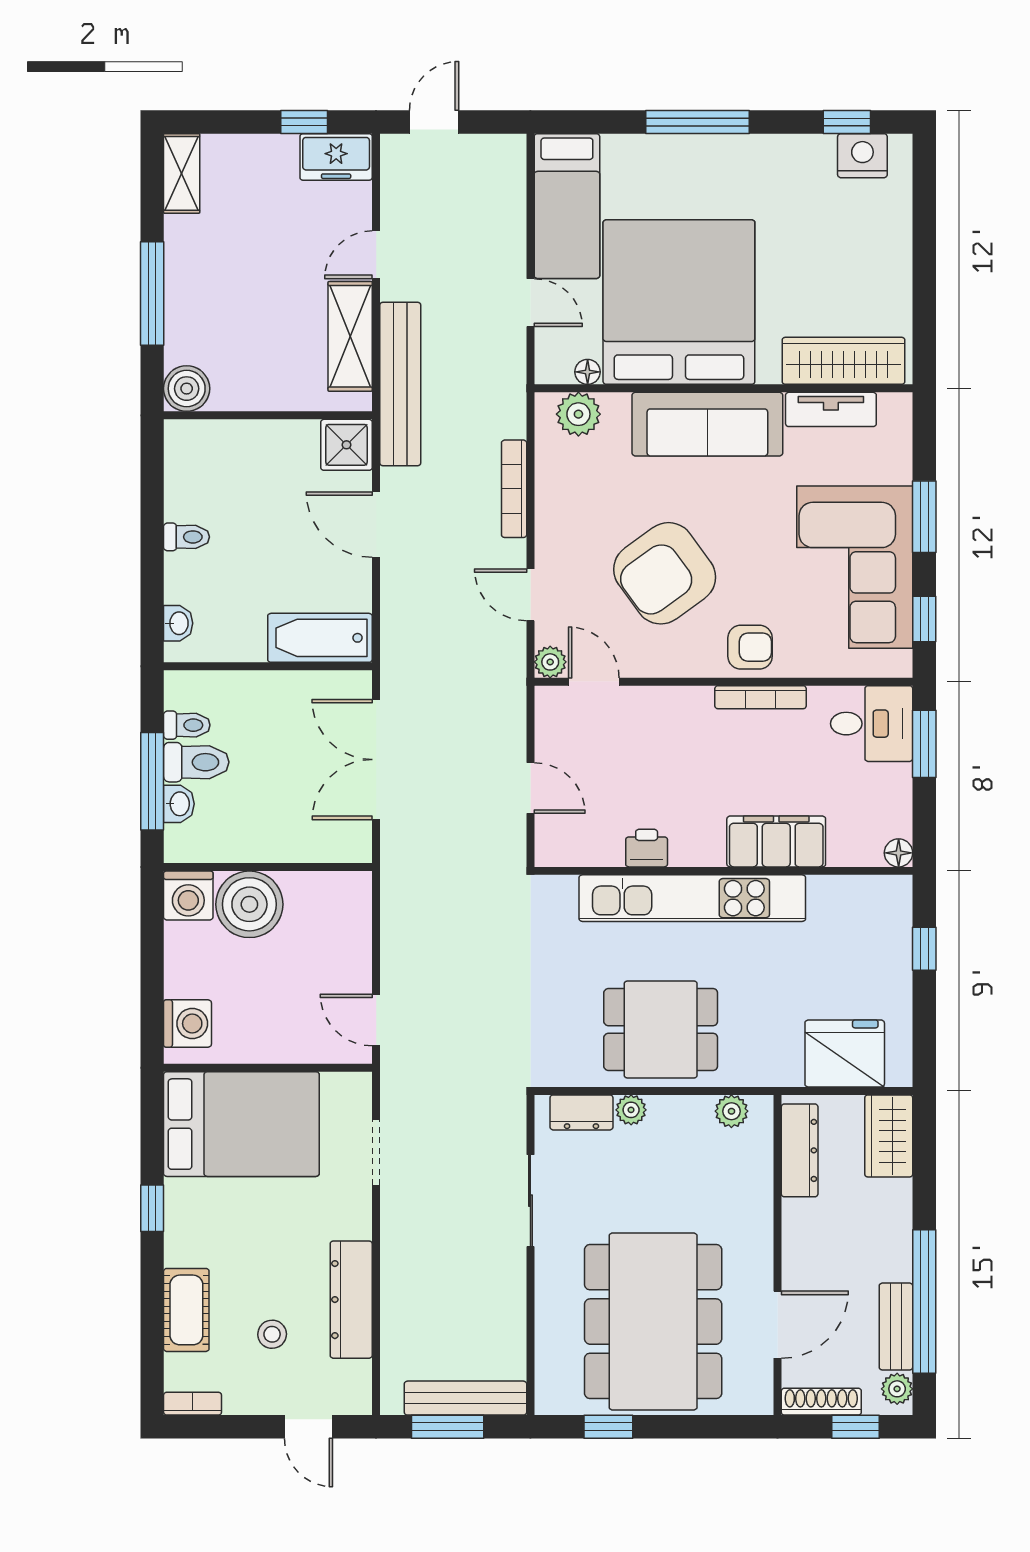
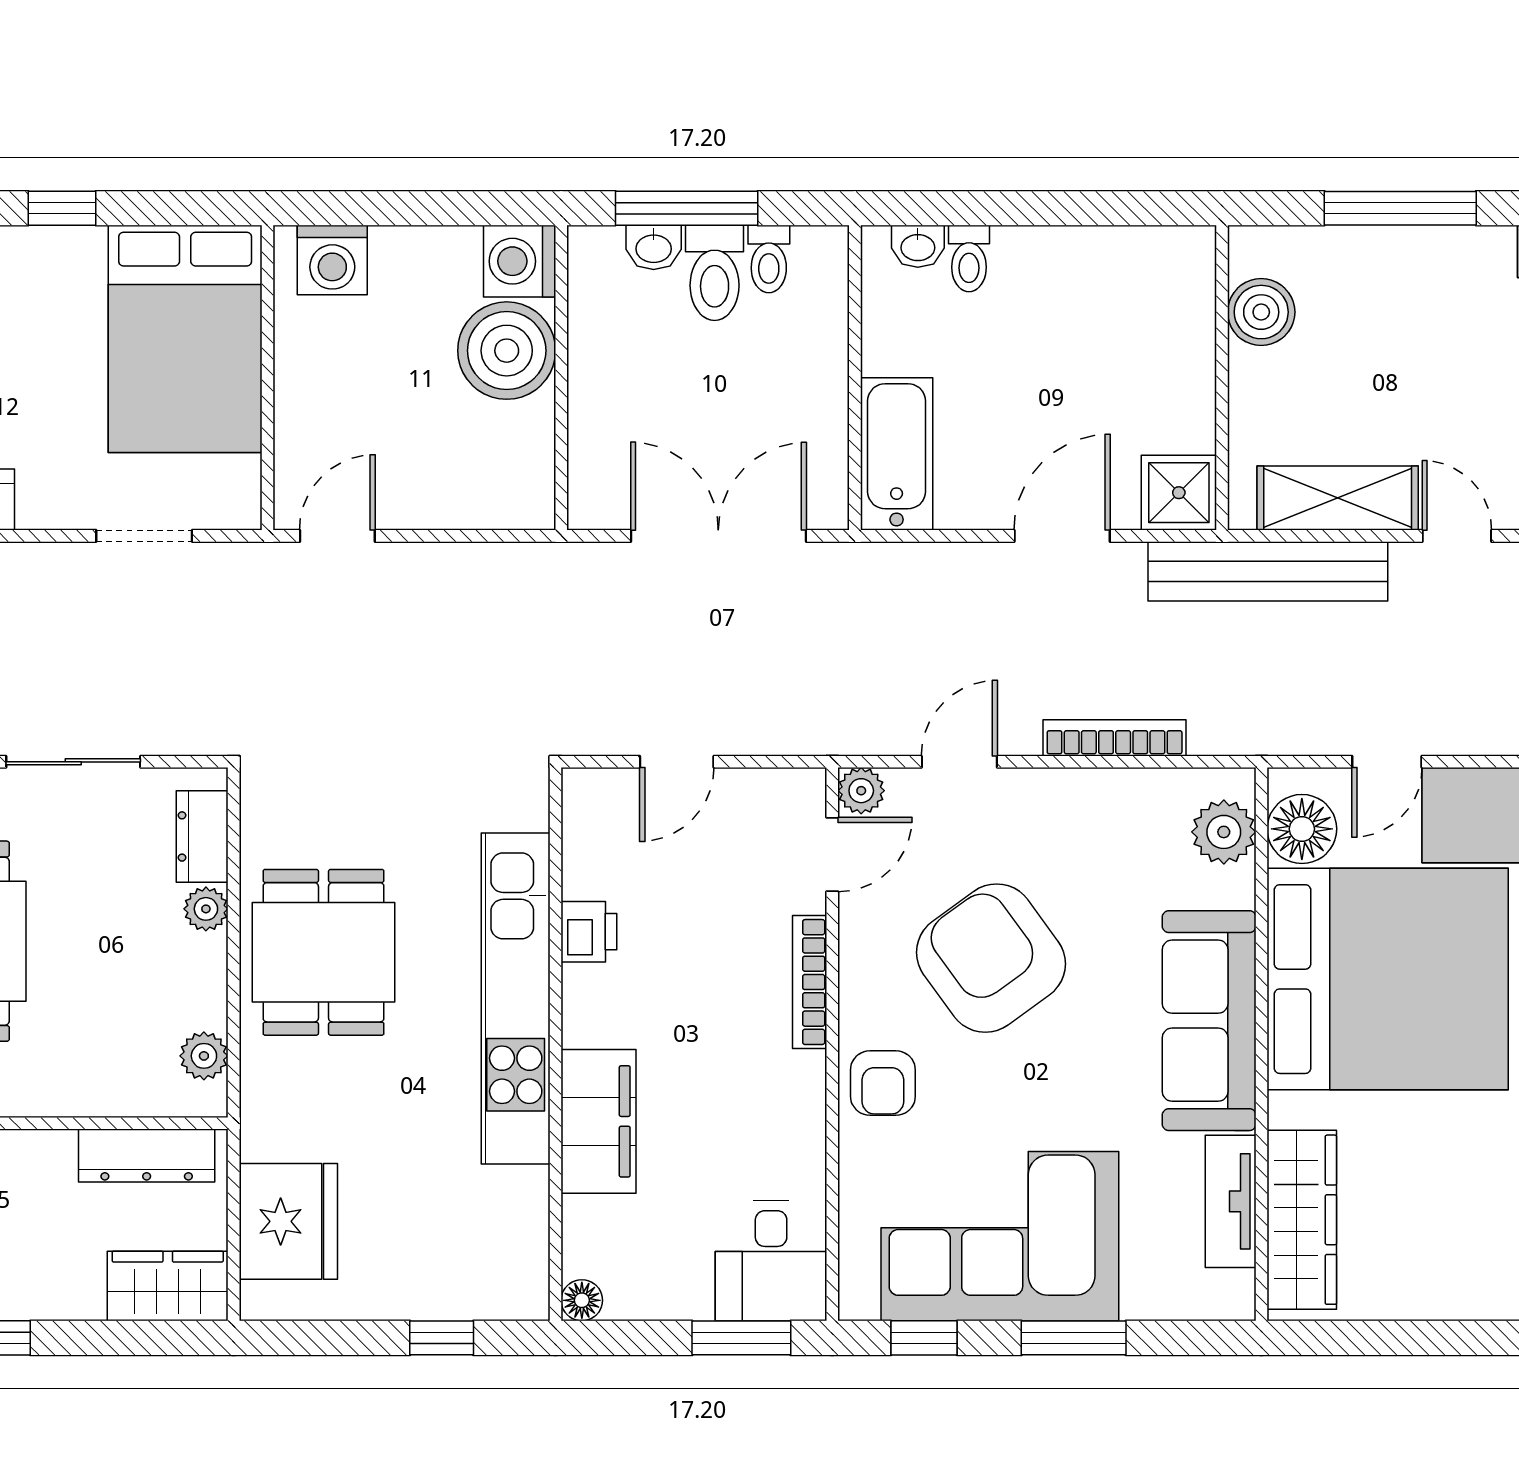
floor lamp: (588, 372) -> (1302, 829), width x1.89, depth x1.89
boiler: (187, 389) -> (1261, 312), moved
toilet: (186, 537) -> (969, 259), moved
bookcase: (761, 697) -> (810, 982), moved

